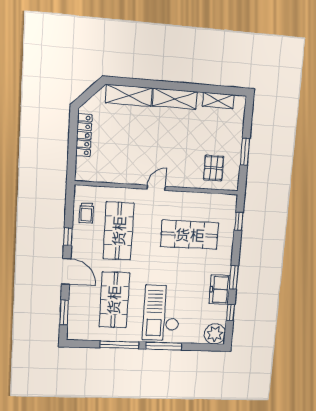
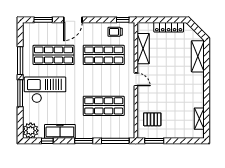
shelving: (175, 99) -> (143, 49), moved
window: (245, 152) -> (154, 141), moved
window: (239, 221) -> (115, 141), width x2.17
shop shelf: (190, 235) -> (104, 106), turned 90
window: (68, 237) -> (123, 20), moved
window: (234, 278) -> (84, 141), moved
freezer: (220, 290) -> (60, 131), width x1.40

